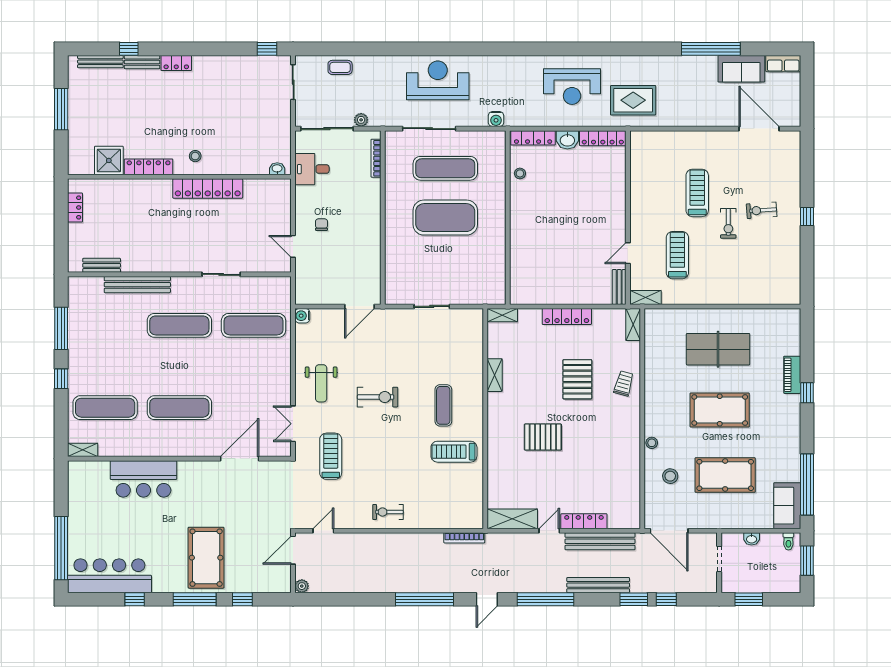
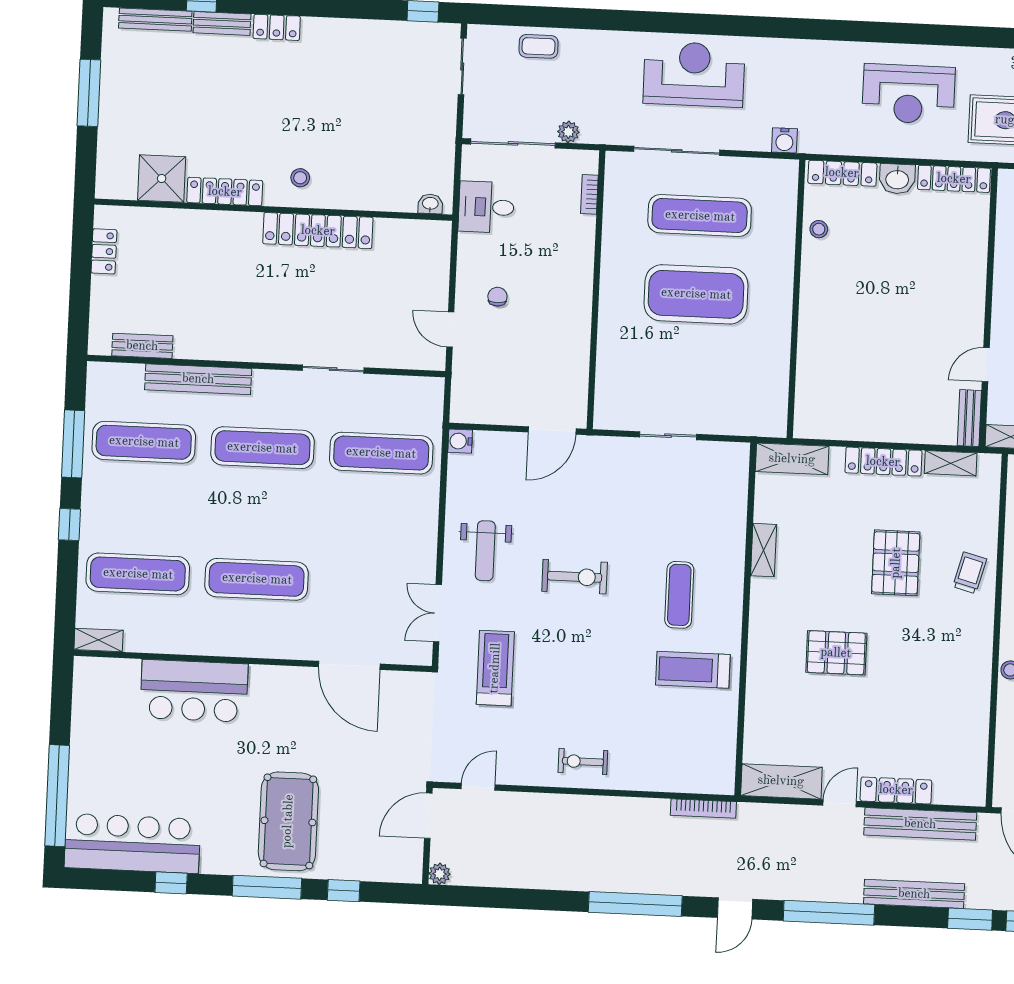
bookcase: (376, 158) -> (589, 194), width x0.64
shelving: (502, 315) -> (792, 459), width x1.50, depth x1.33
exercise mat: (105, 325) -> (144, 442), added
shelving: (633, 325) -> (951, 463), moved, turned 90
door: (240, 459) -> (349, 665), swing flipped

